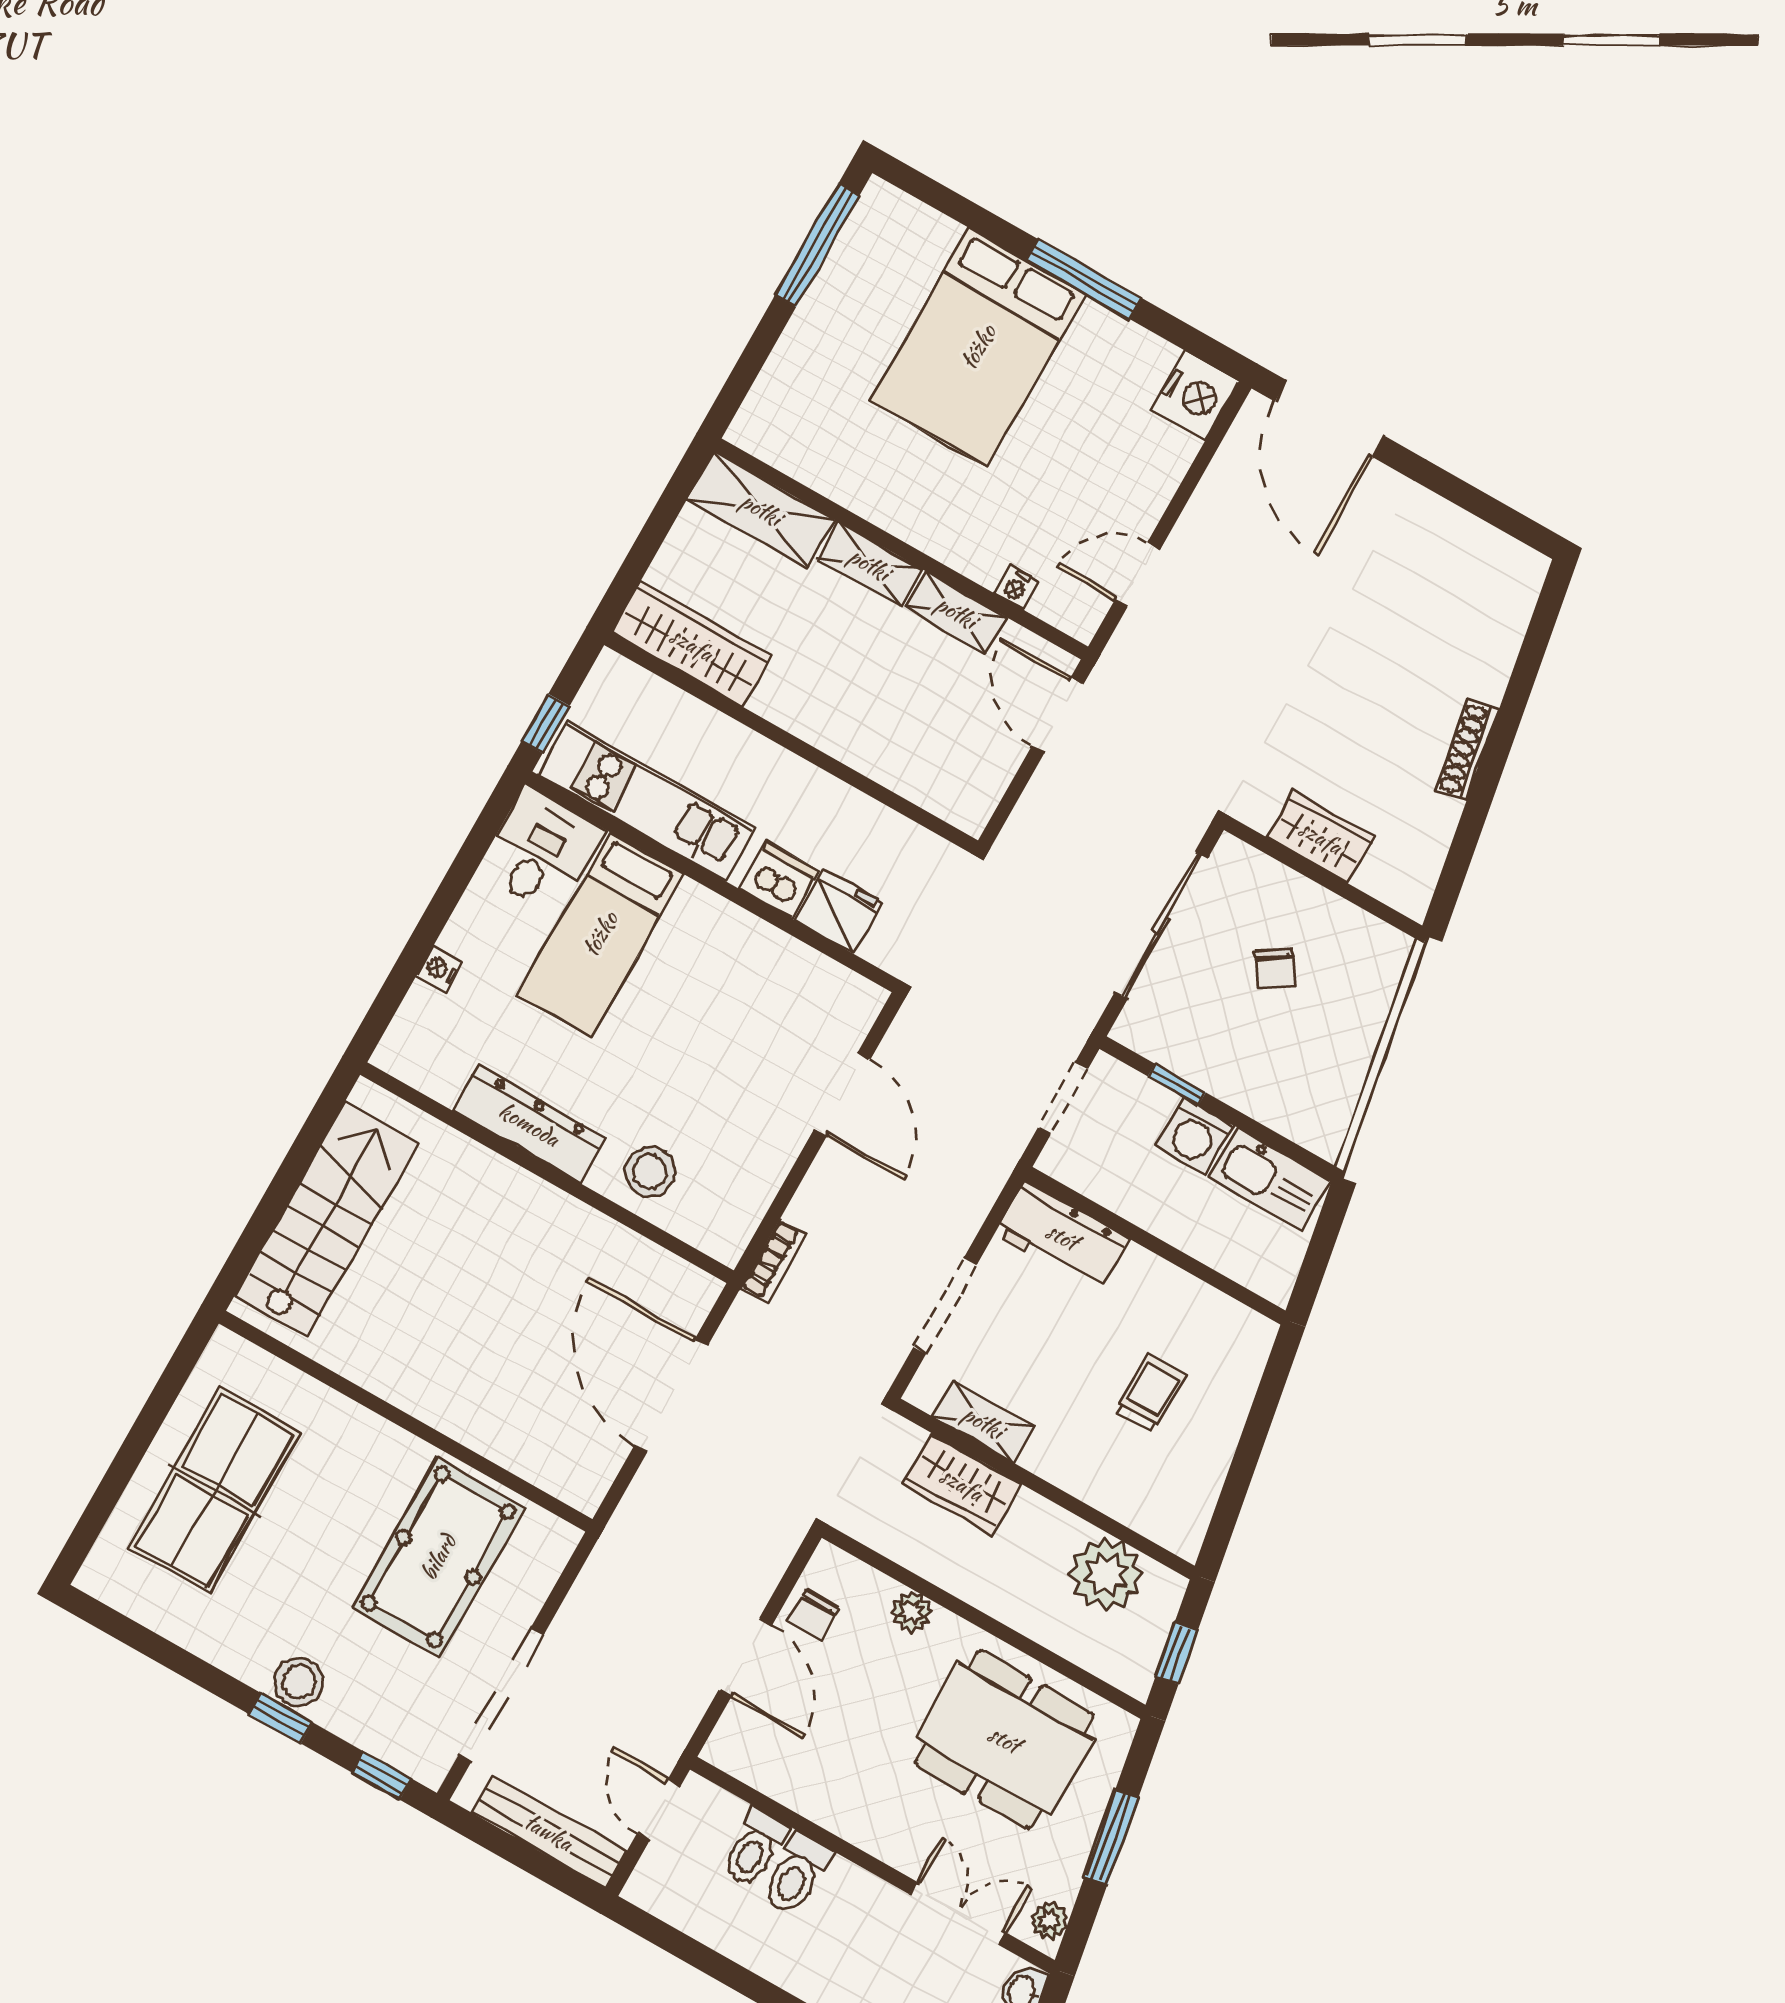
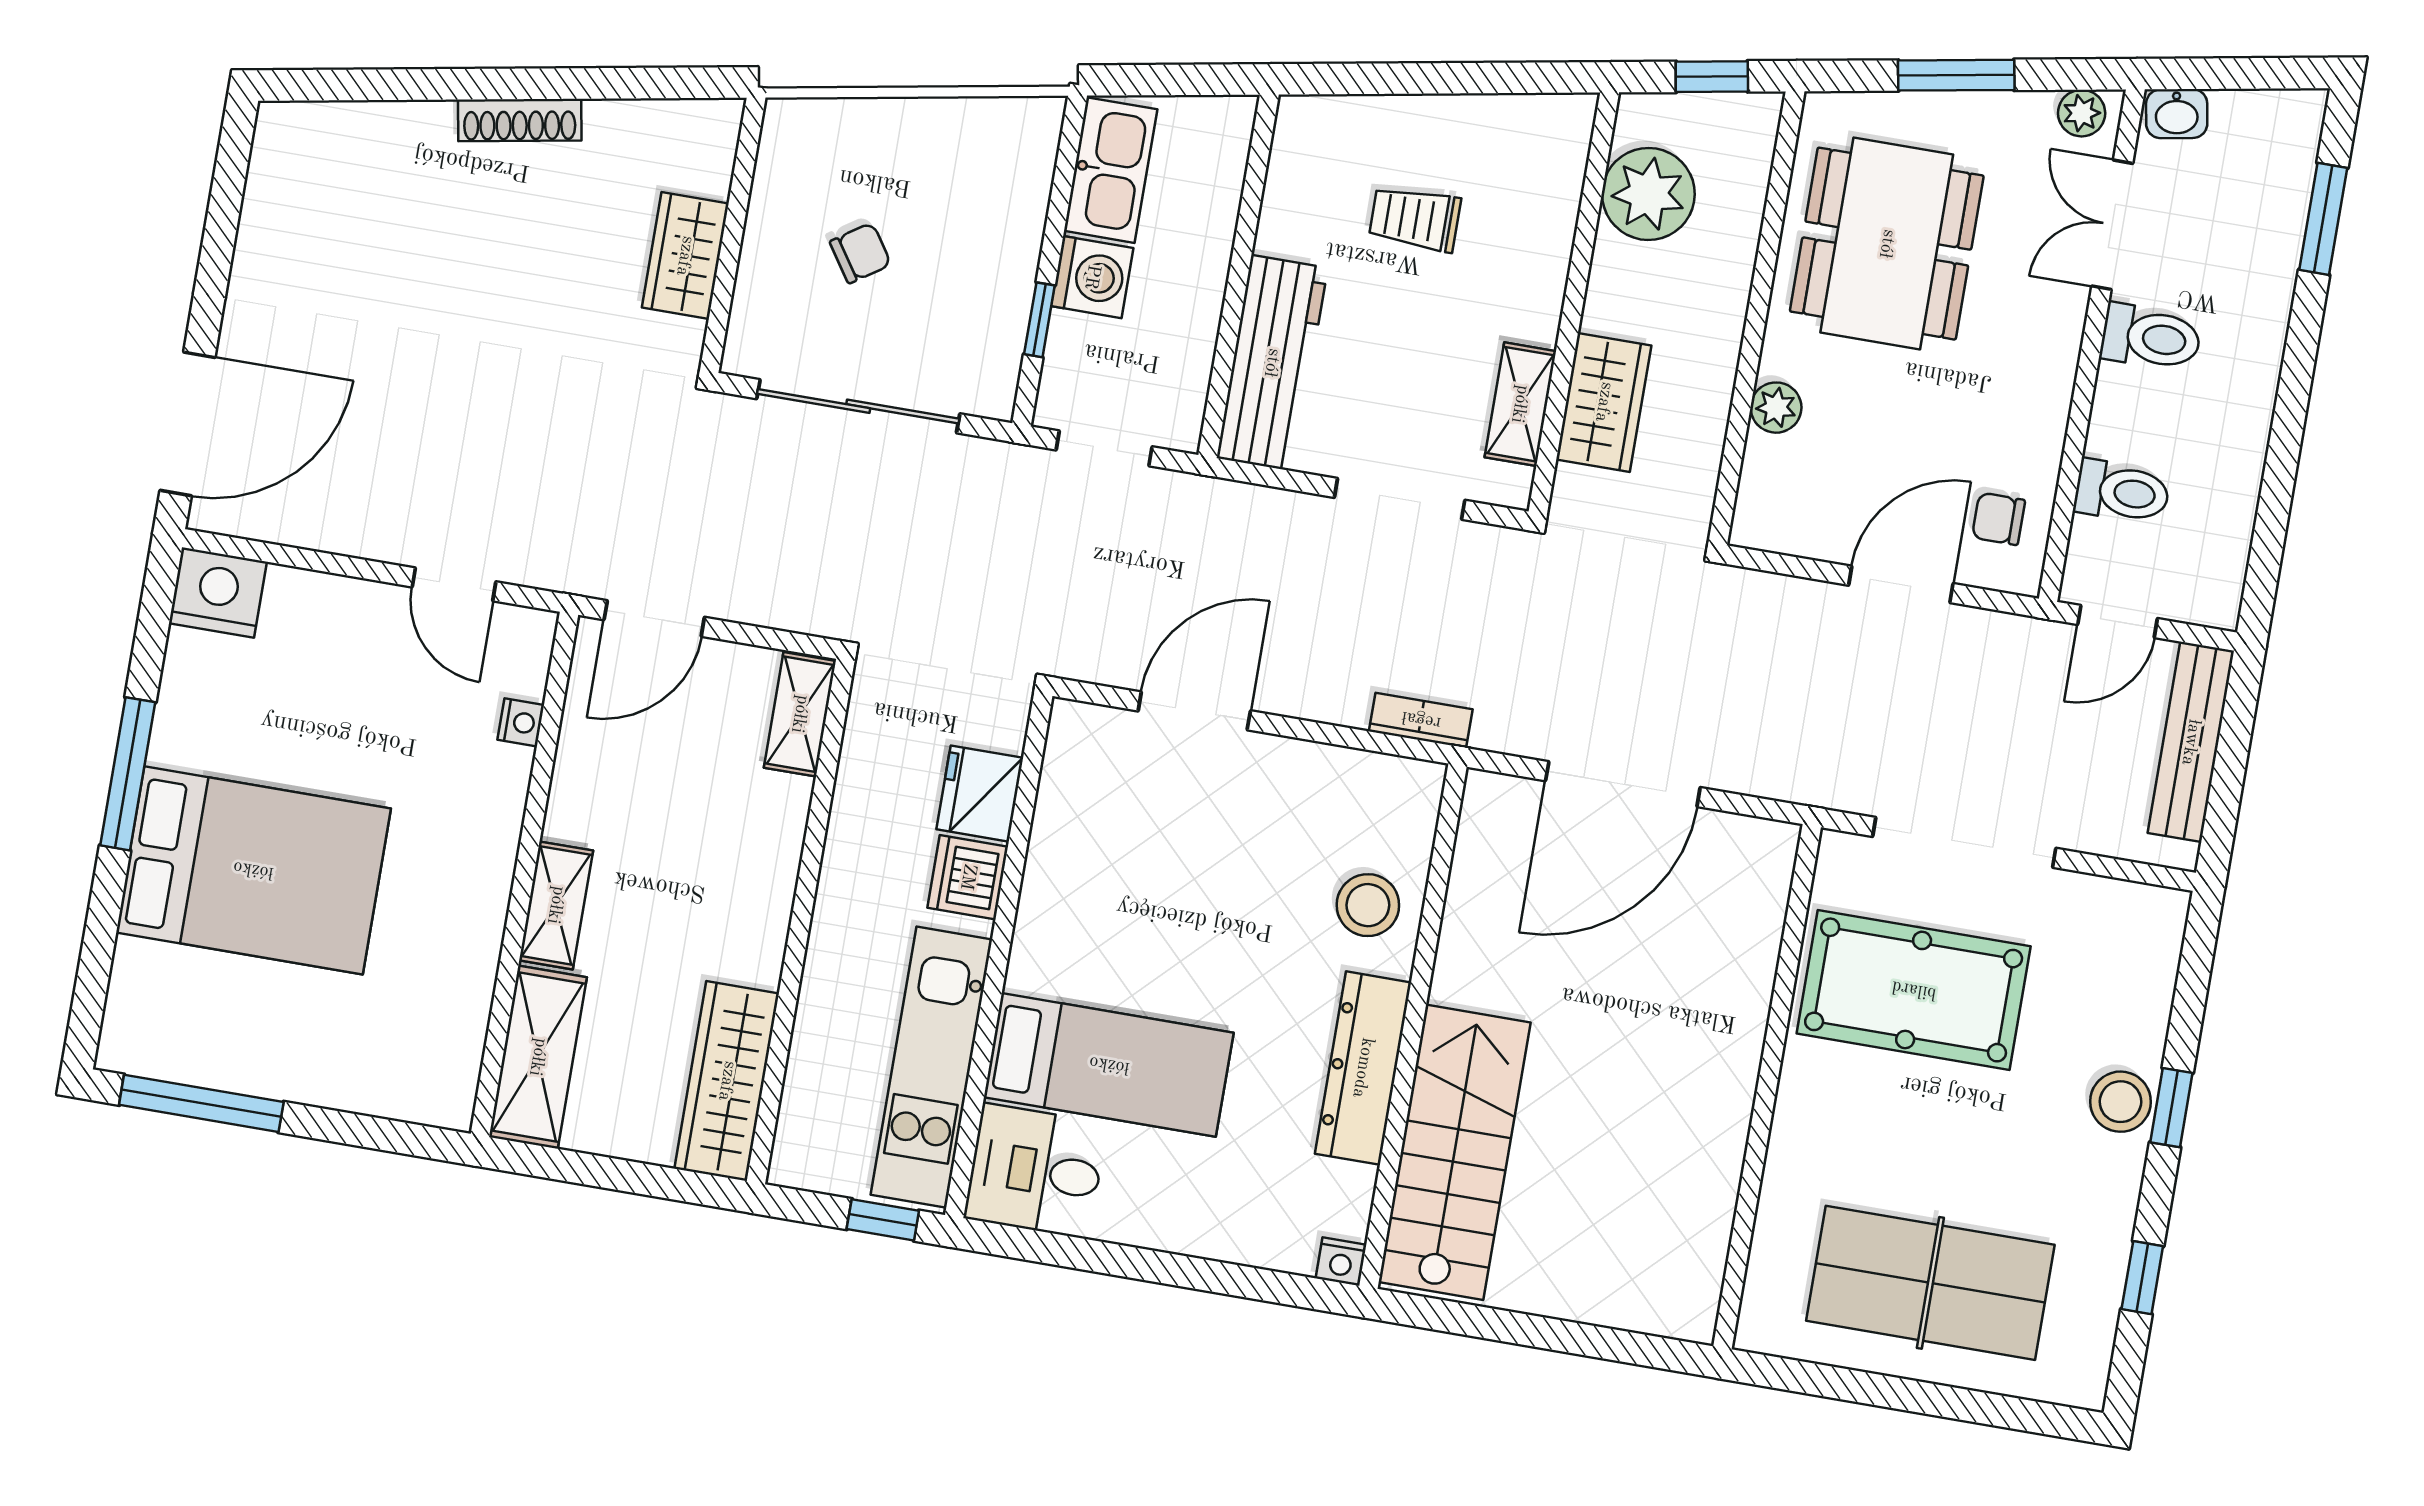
shelving: (956, 612) -> (800, 714), moved
nightstand: (439, 969) -> (1341, 1262), moved
stairs: (326, 1220) -> (1455, 1152), moved, turned 90
workbench: (1062, 1236) -> (1272, 363), width x1.38
chair: (813, 1615) -> (1999, 519), moved, turned 180
doorway: (501, 1695) -> (1964, 842), moved
window: (382, 1776) -> (2142, 1278), moved
toilet: (796, 1874) -> (2151, 338), moved

